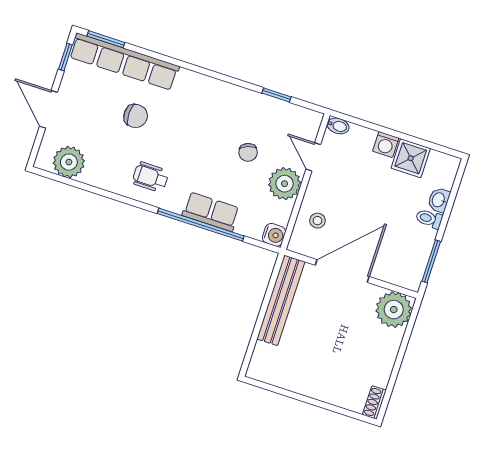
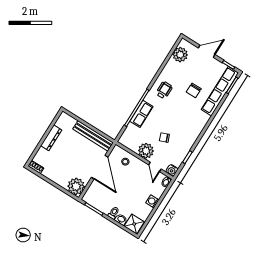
door: (313, 157) -> (155, 167), swing flipped
shower: (411, 158) -> (134, 224), moved
water cooler: (274, 235) -> (172, 170), moved
dresser: (306, 386) -> (51, 138), added

